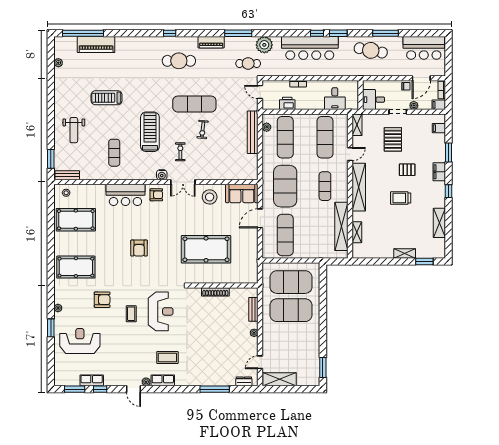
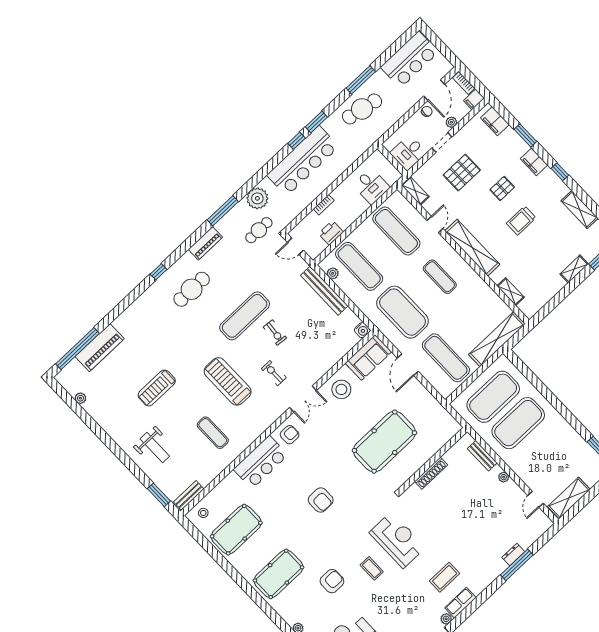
filing cabinet: (439, 128) -> (495, 121), width x2.00
pallet: (393, 139) -> (462, 173), turned 90
water cooler: (162, 175) -> (362, 330), moved
shelving: (341, 226) -> (497, 339), moved, turned 90
dresser: (244, 381) -> (513, 554), moved

